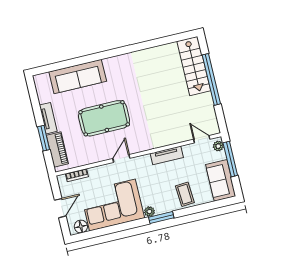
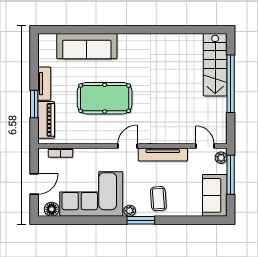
tv unit: (167, 155) -> (163, 154), width x1.41
door: (121, 158) -> (128, 146), moved
coffee table: (185, 194) -> (158, 199), moved

